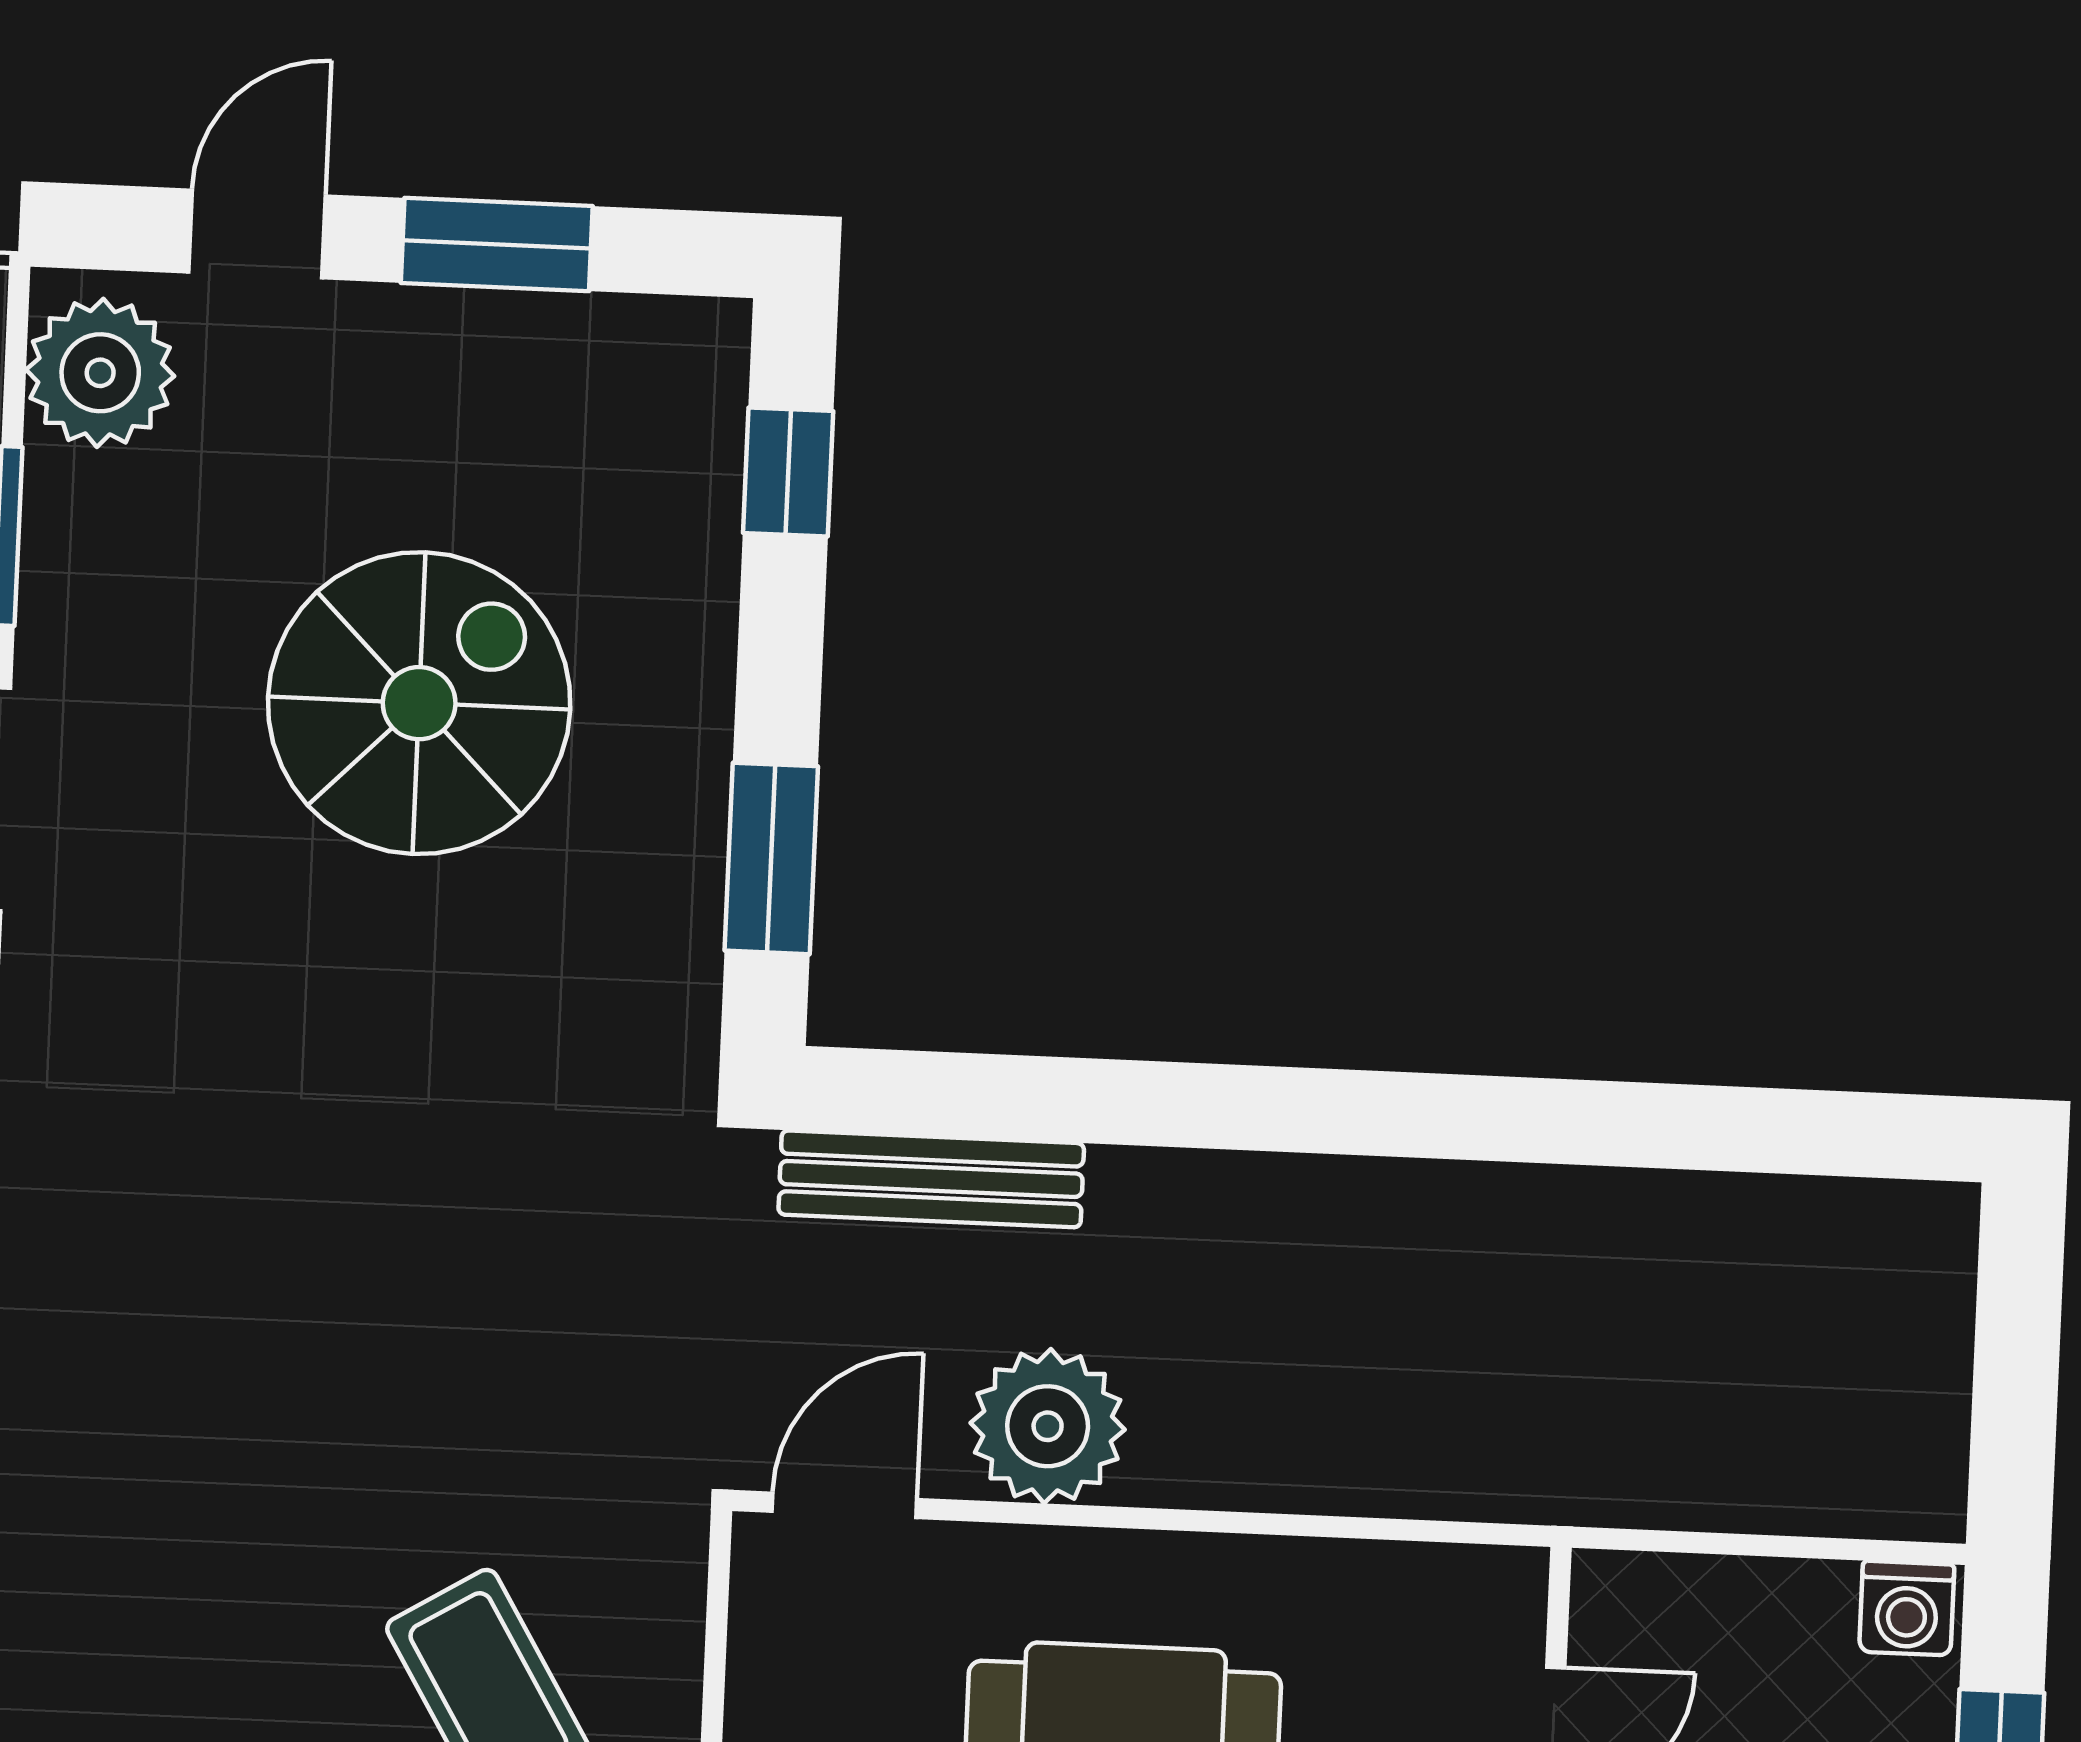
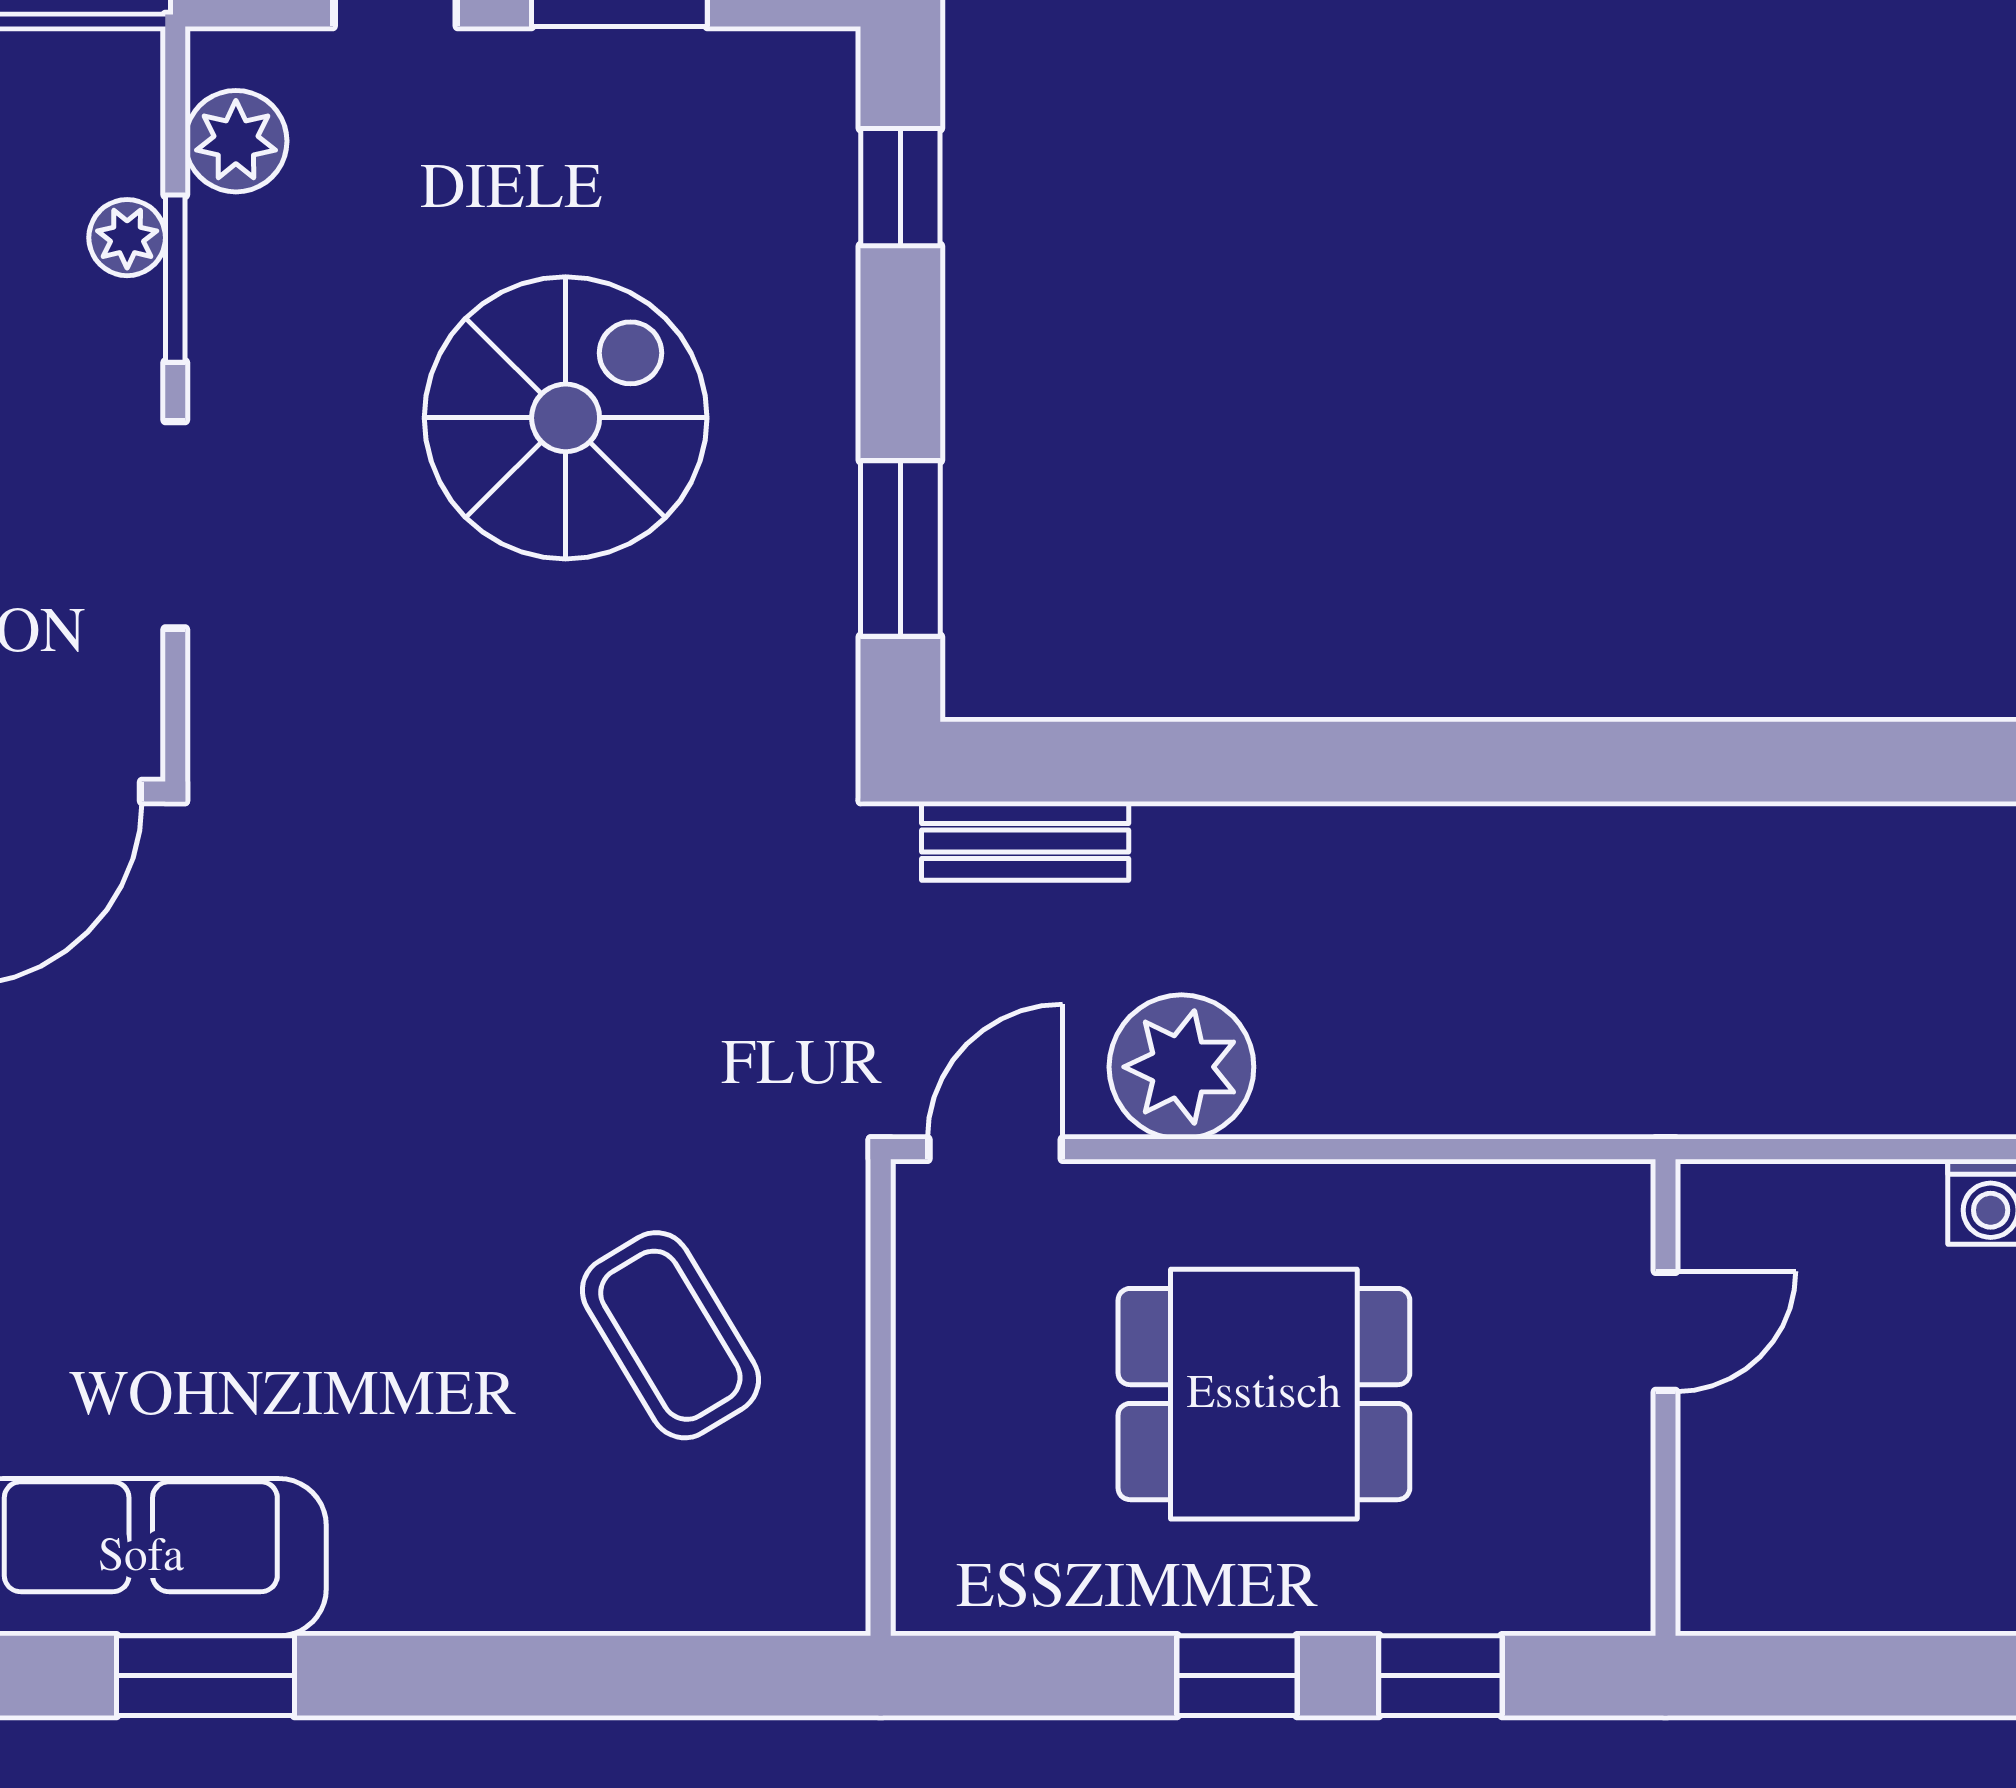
plant: (100, 373) -> (236, 141), width x0.73, depth x0.73
bench: (931, 1179) -> (1025, 841), width x0.73

